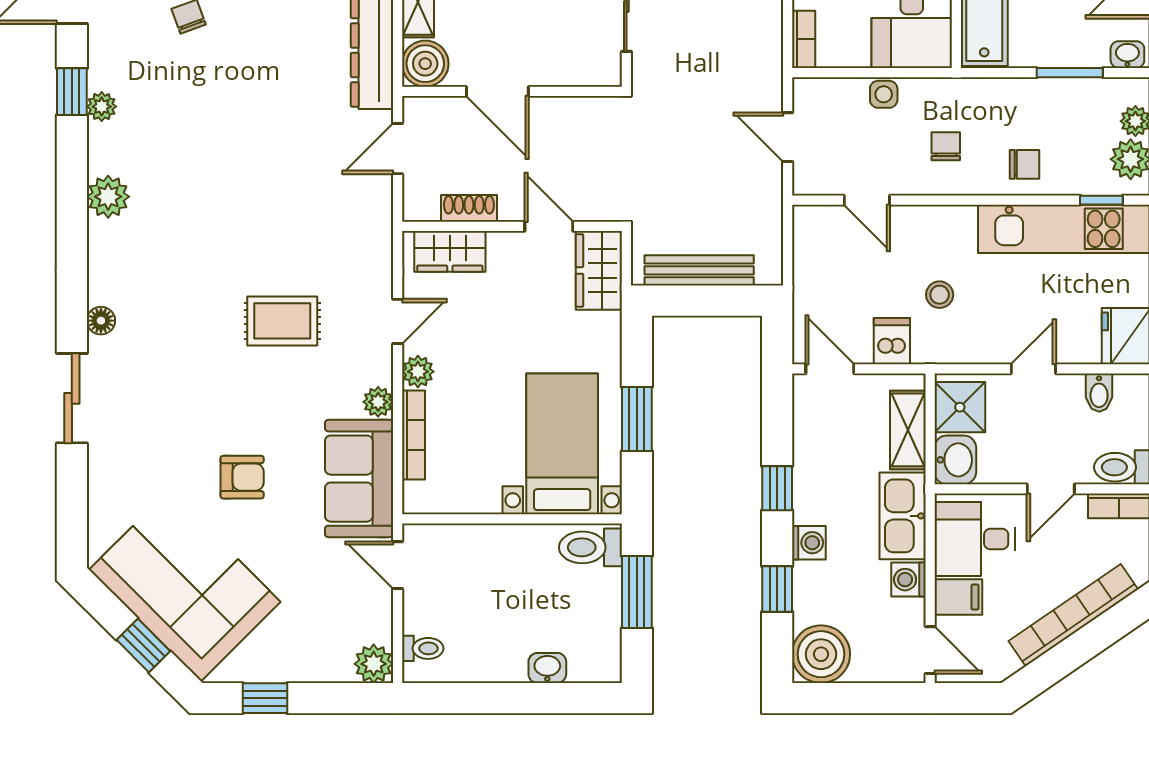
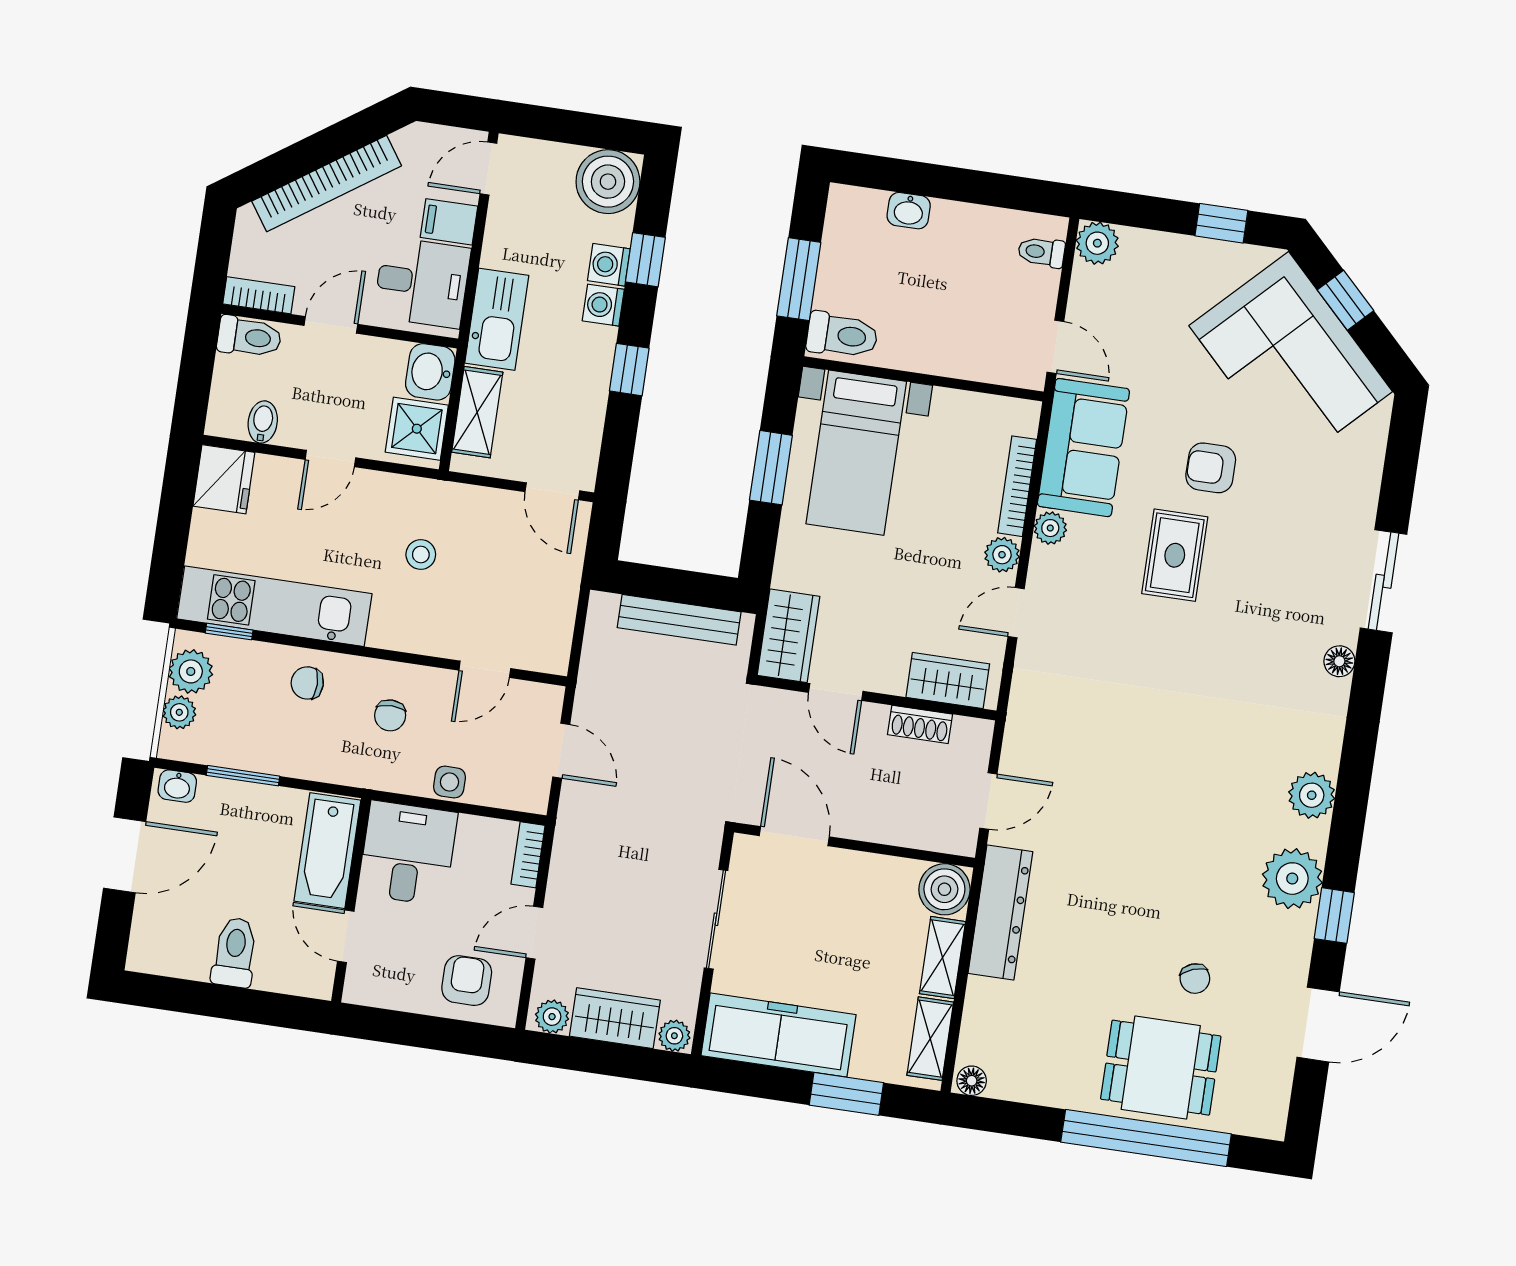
door: (497, 91) -> (794, 836), moved
plant: (102, 107) -> (1292, 879), width x1.88, depth x1.88
door: (867, 200) -> (485, 669), swing flipped
rug: (282, 321) -> (1175, 555), moved, turned 90
dishwasher: (892, 341) -> (480, 512), removed
washing machine: (908, 580) -> (609, 265), moved, turned 180
door: (930, 650) -> (488, 169), hinge flipped

